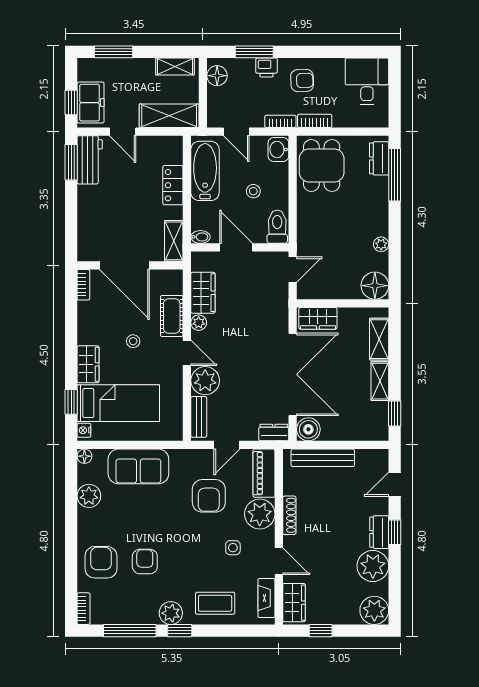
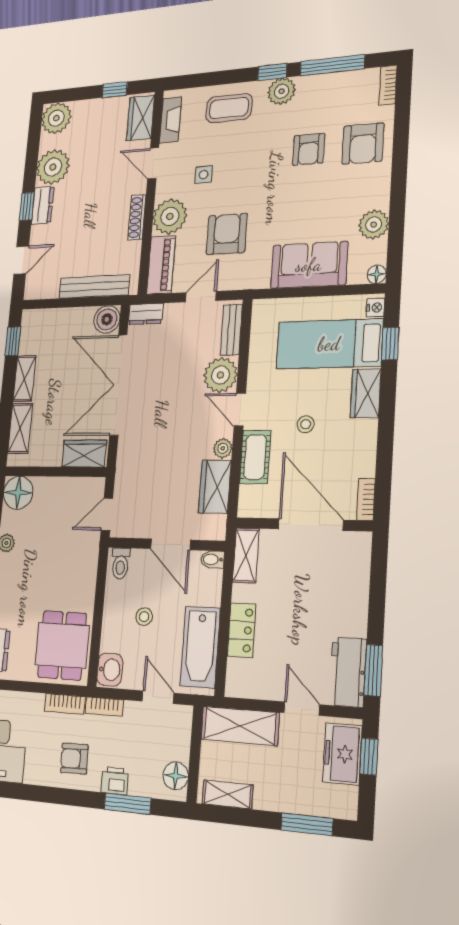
toilet: (277, 227) -> (120, 563), width x0.73, depth x0.72

